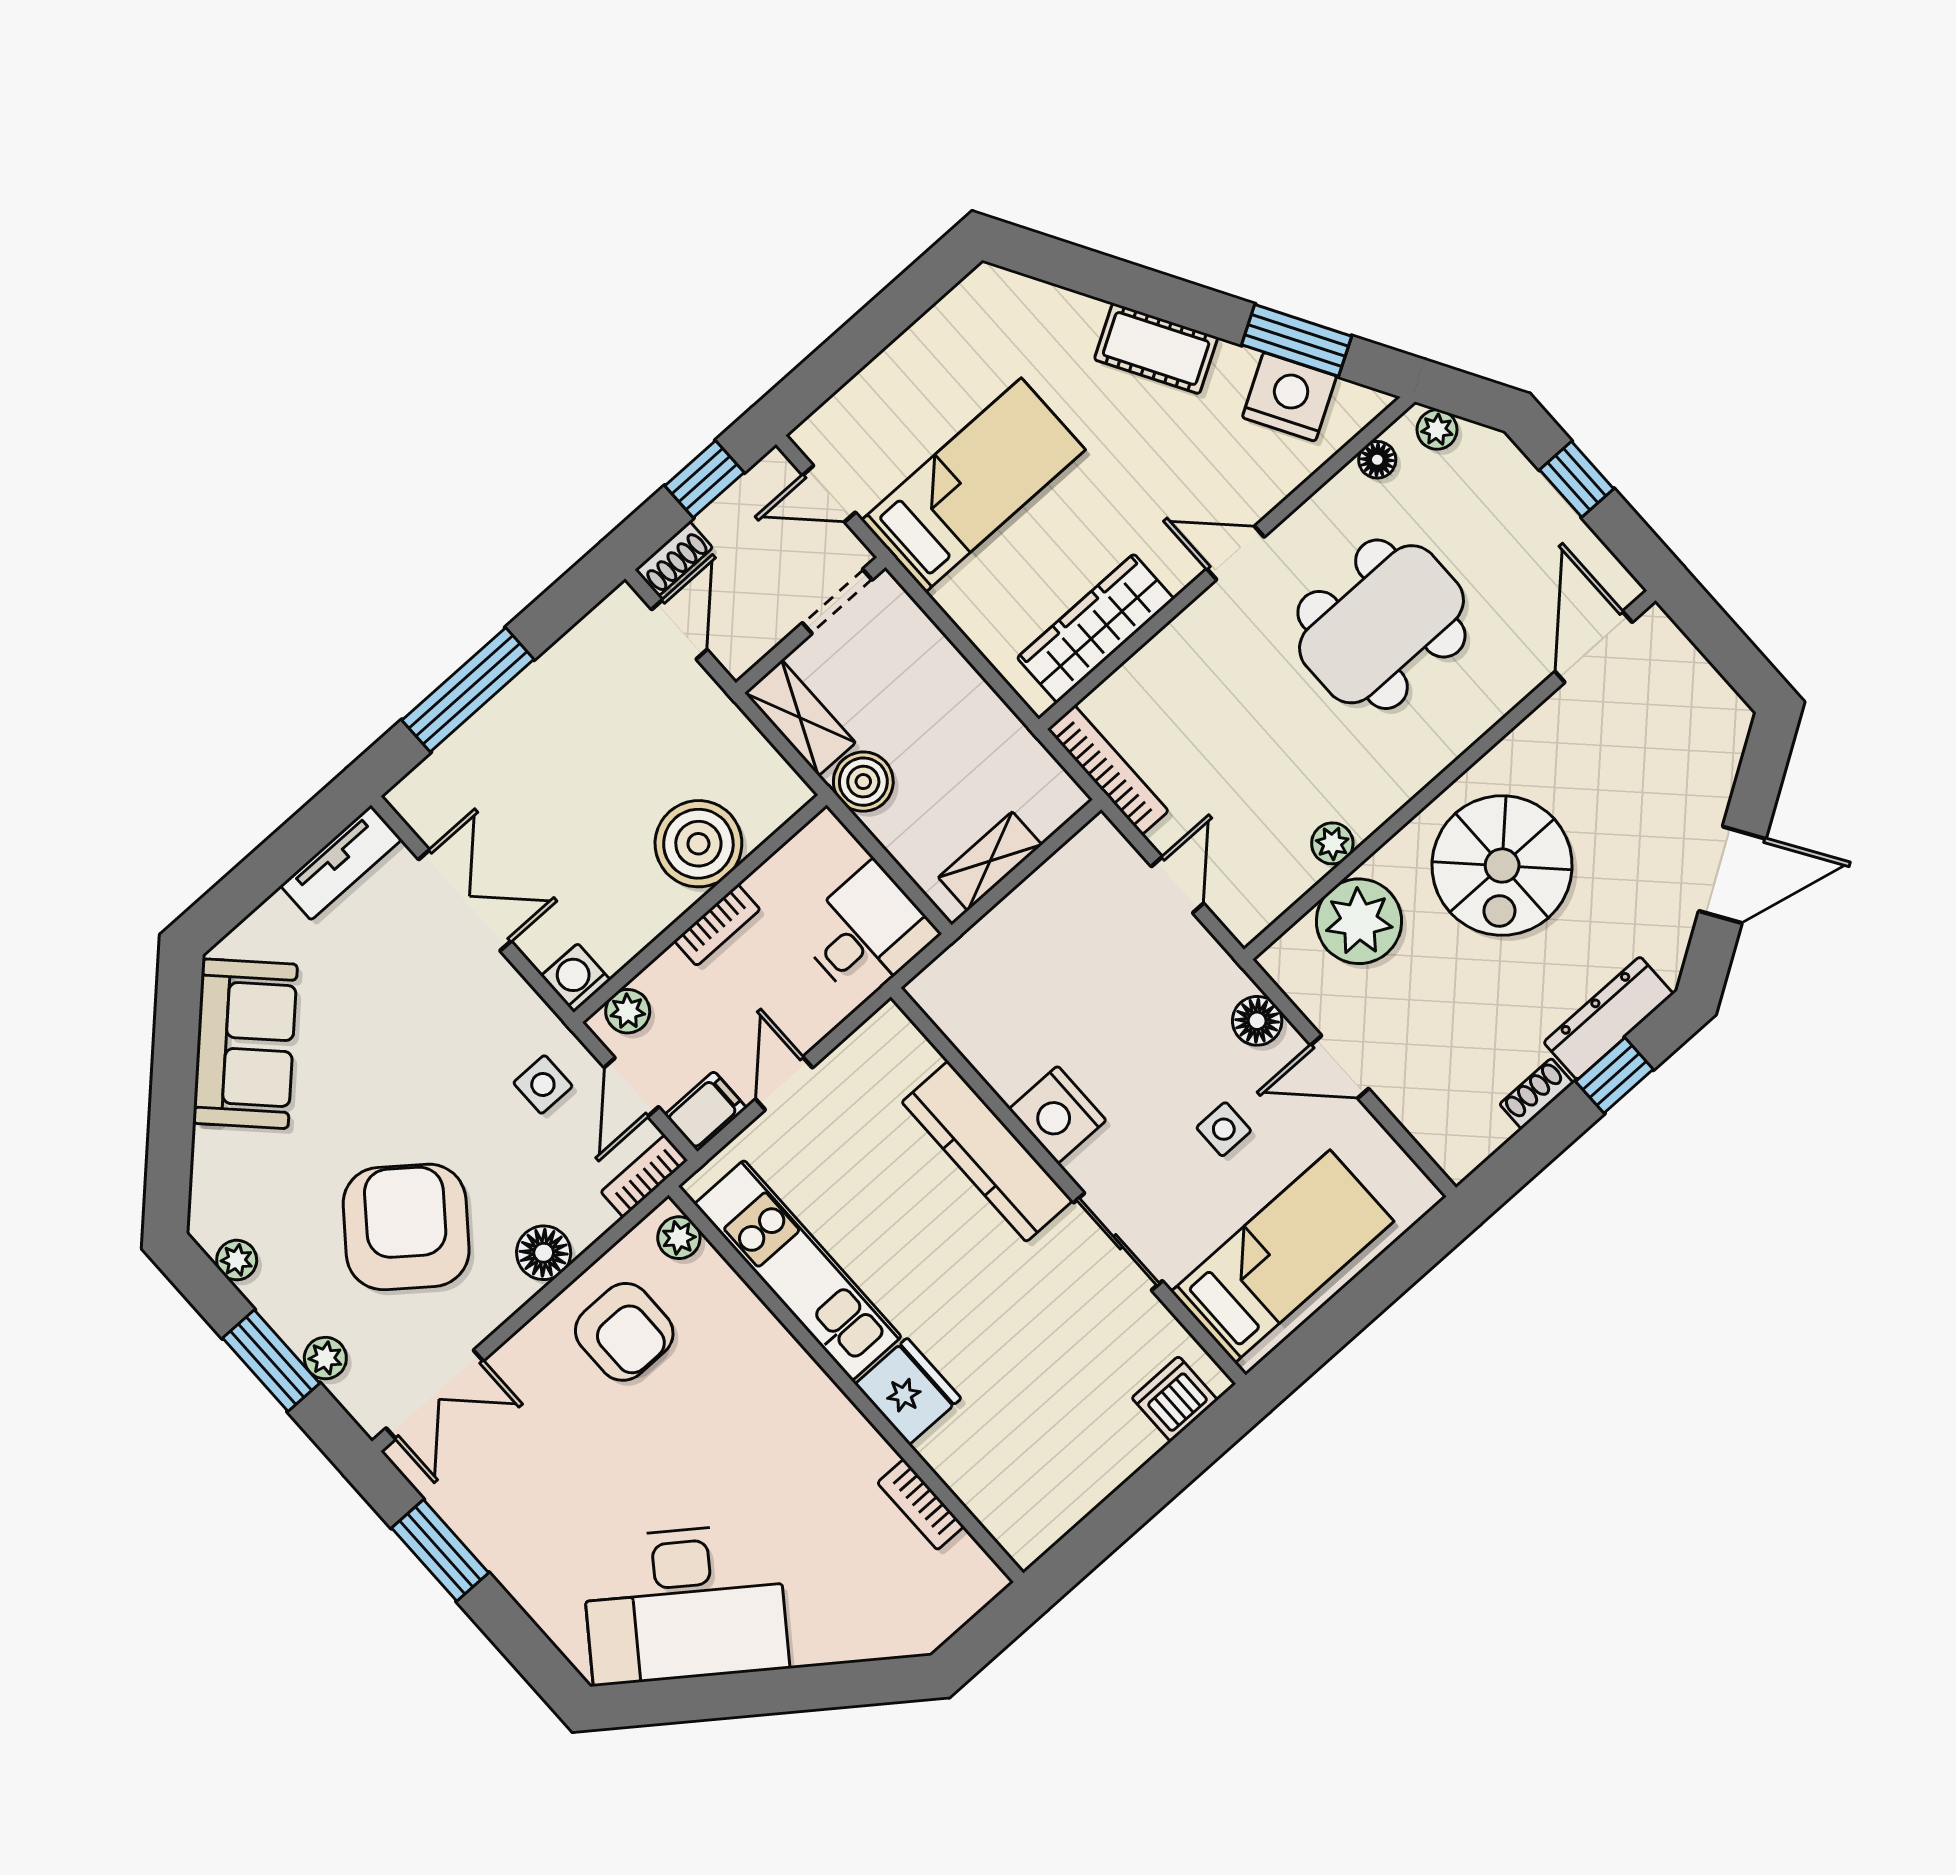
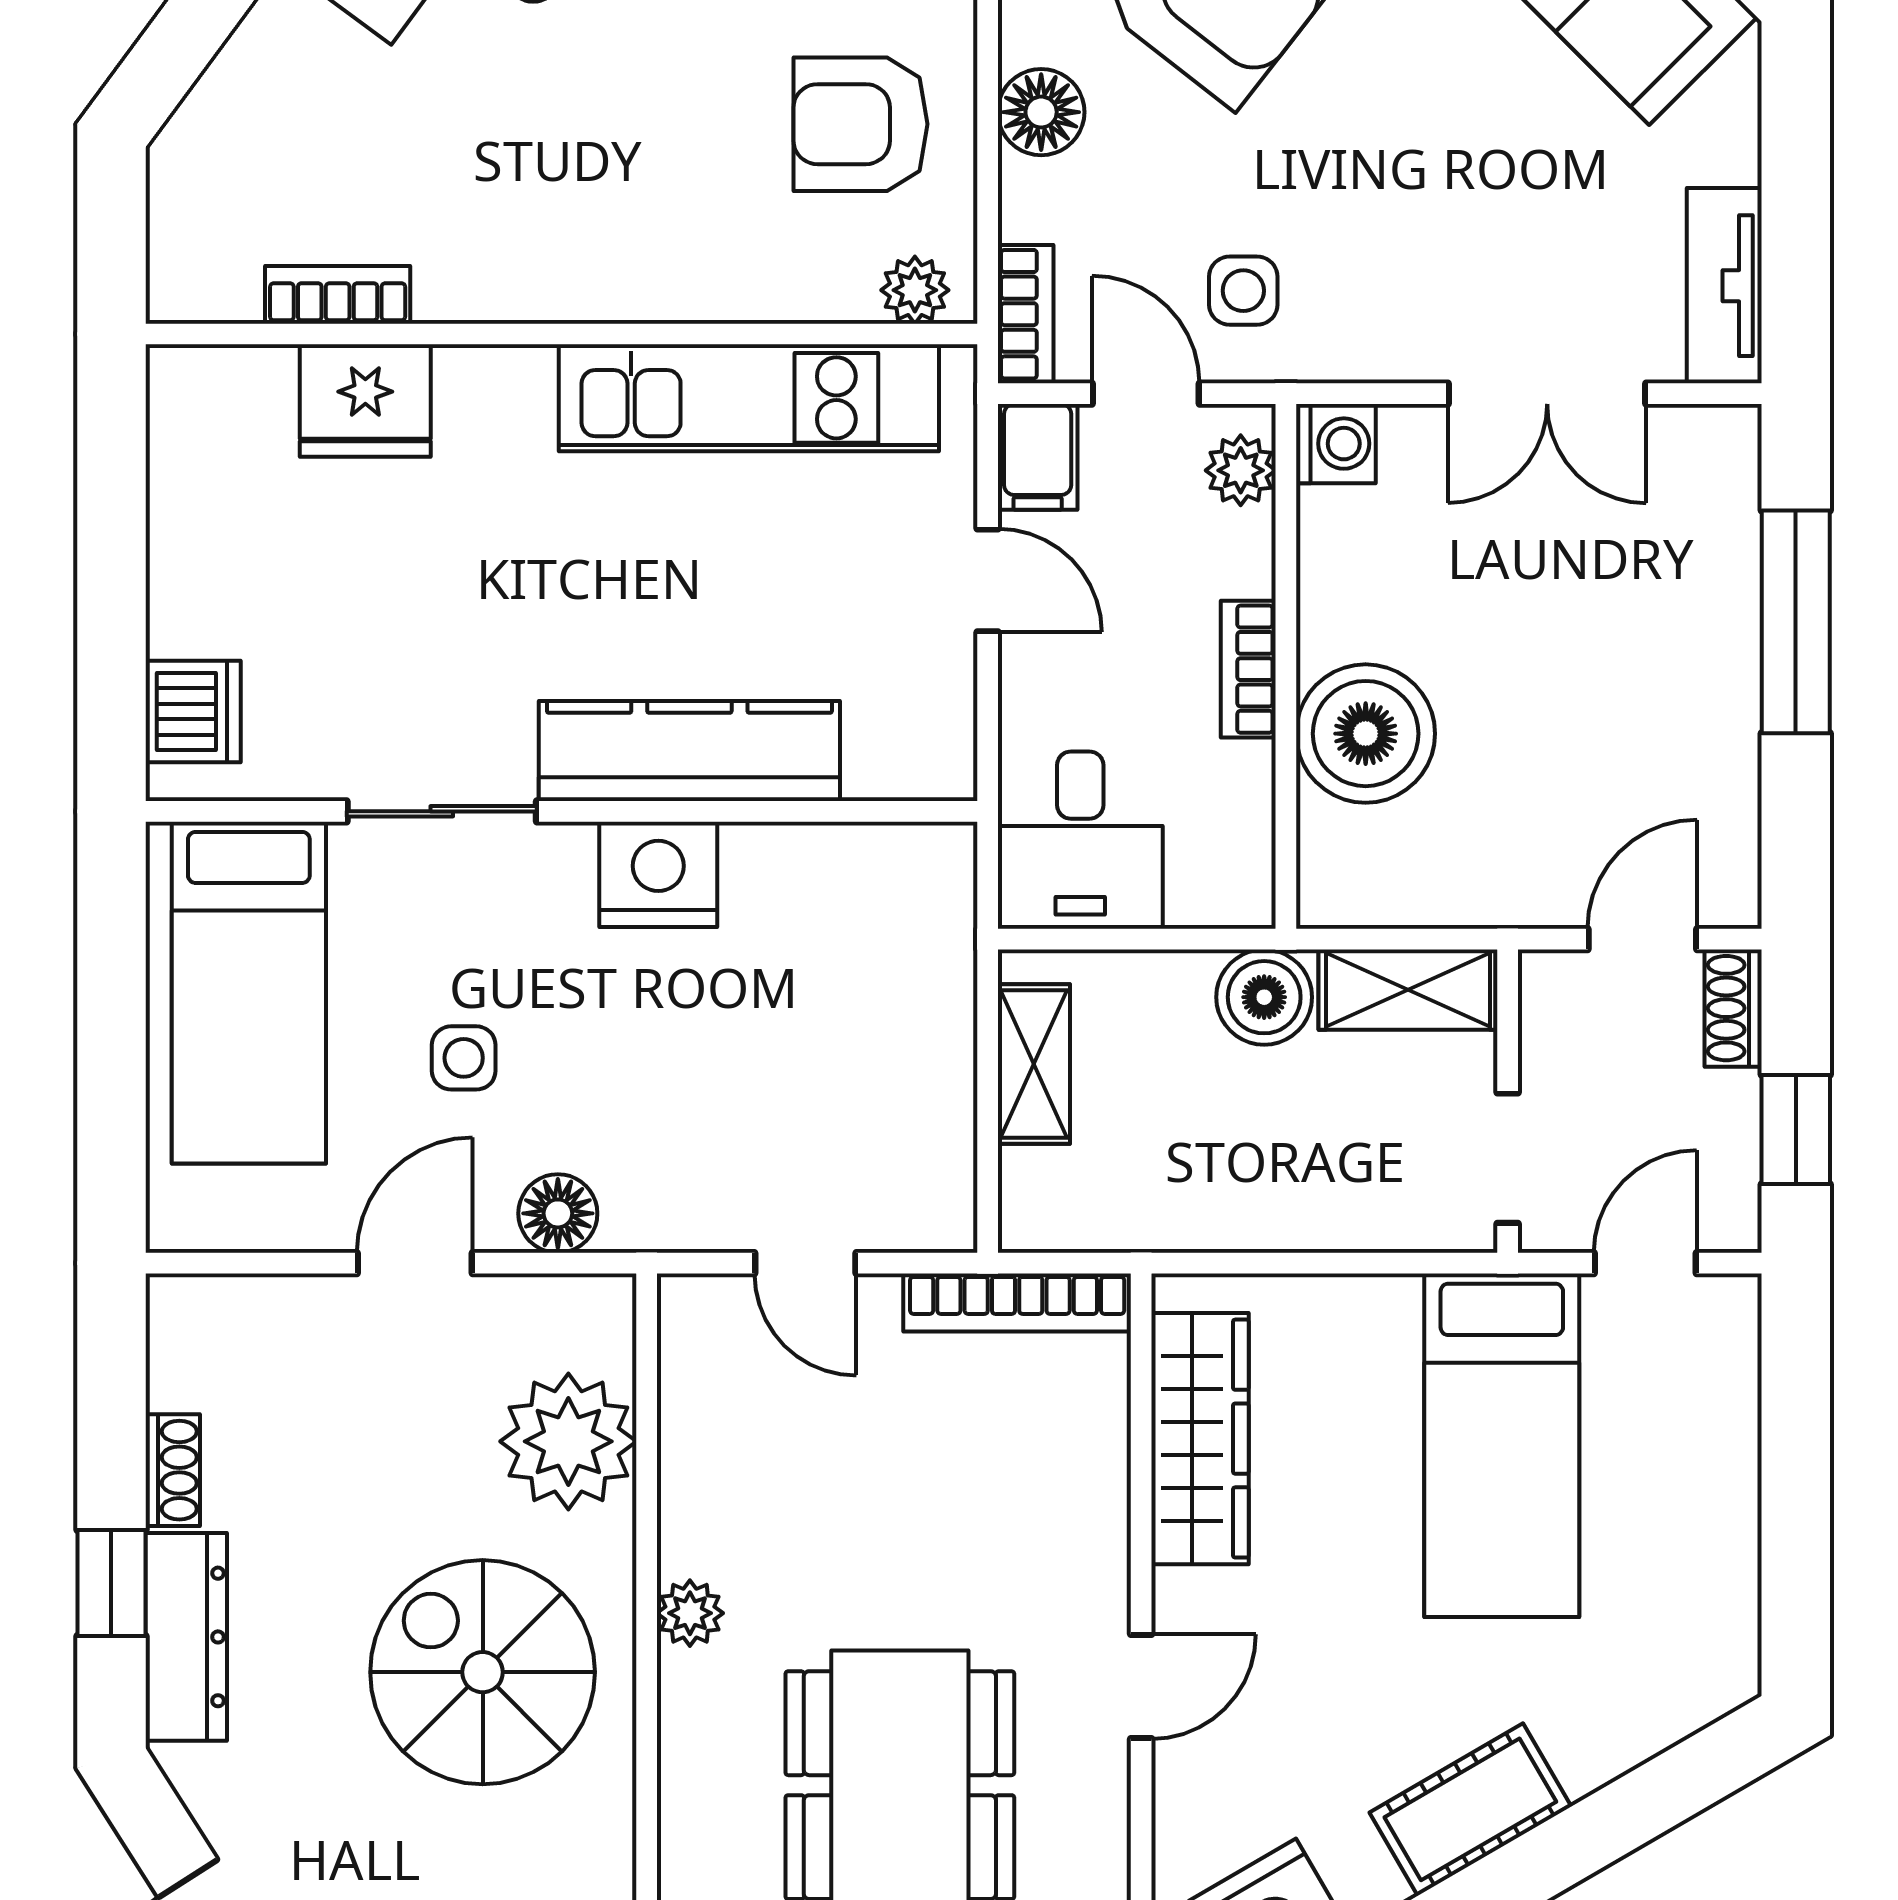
door: (679, 630) -> (1642, 939), swing flipped
plant: (1332, 843) -> (690, 1613), moved
fridge: (908, 1391) -> (365, 401), moved

